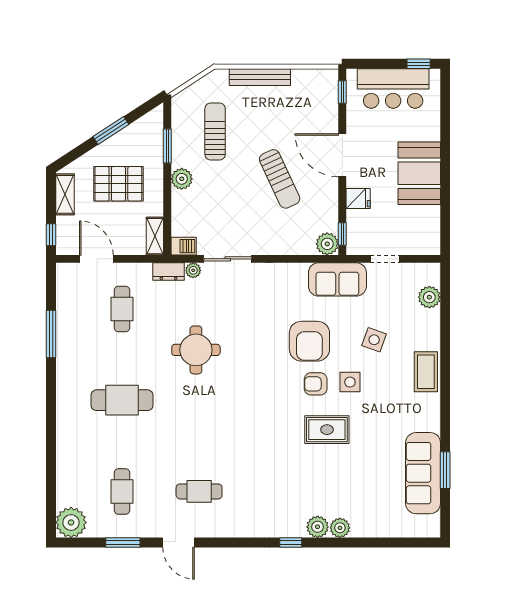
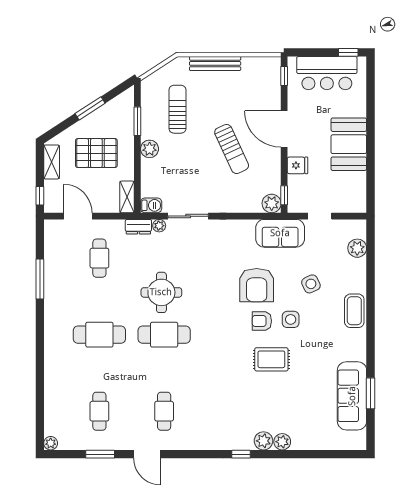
side table: (374, 340) -> (311, 284), turned 45
cafe table: (199, 400) -> (164, 335), added
cafe table: (199, 491) -> (164, 411), turned 90
plant: (71, 522) -> (51, 443), width x0.53, depth x0.53

